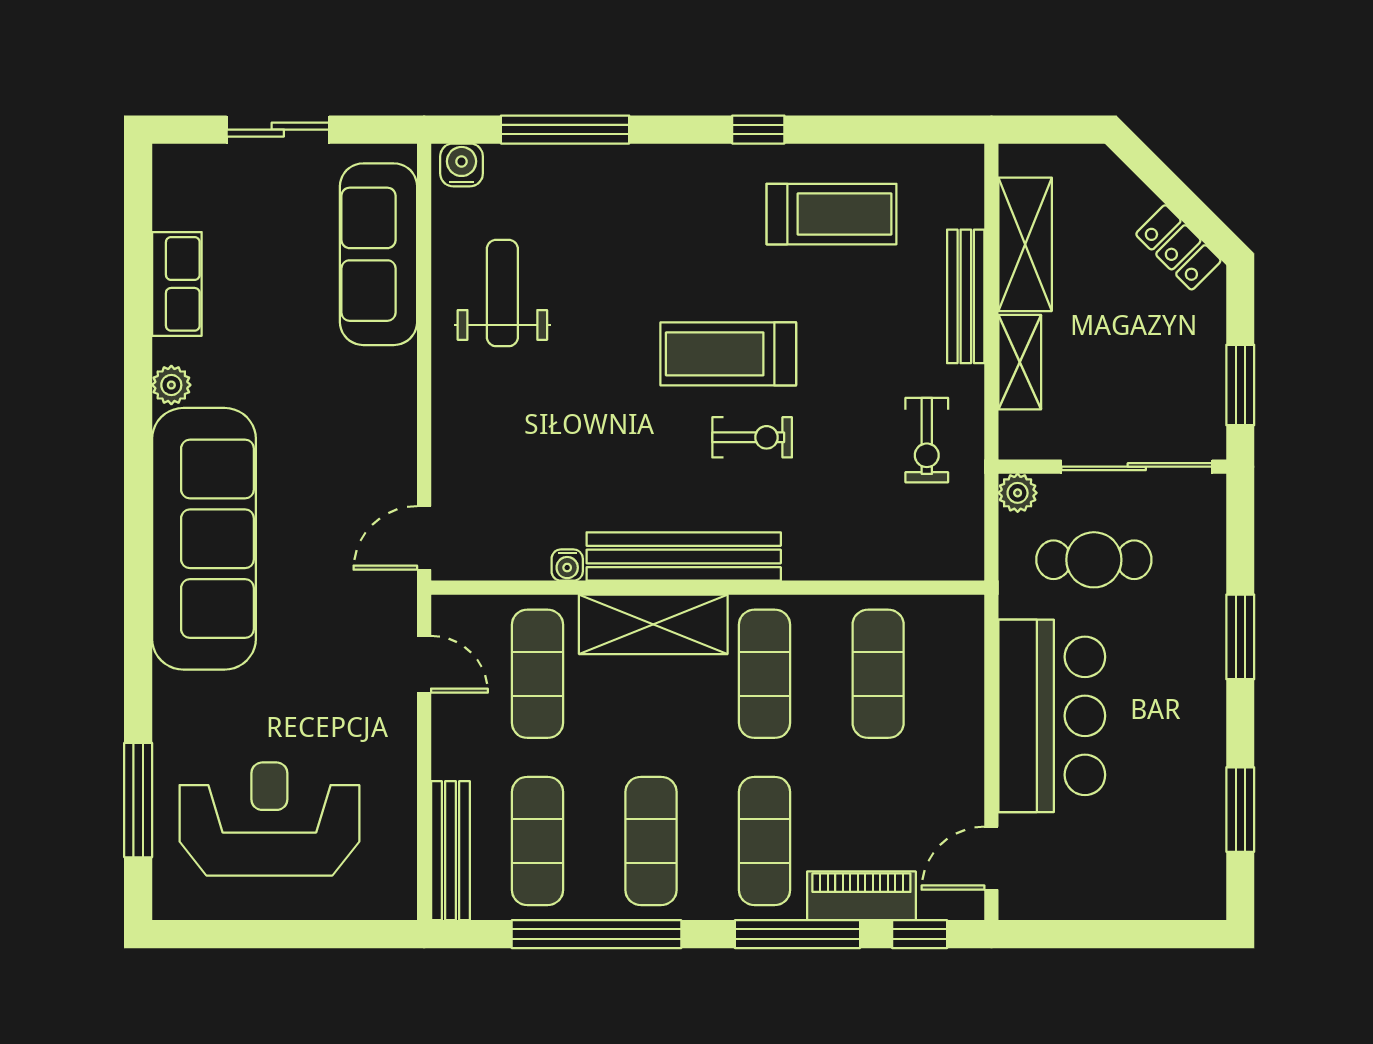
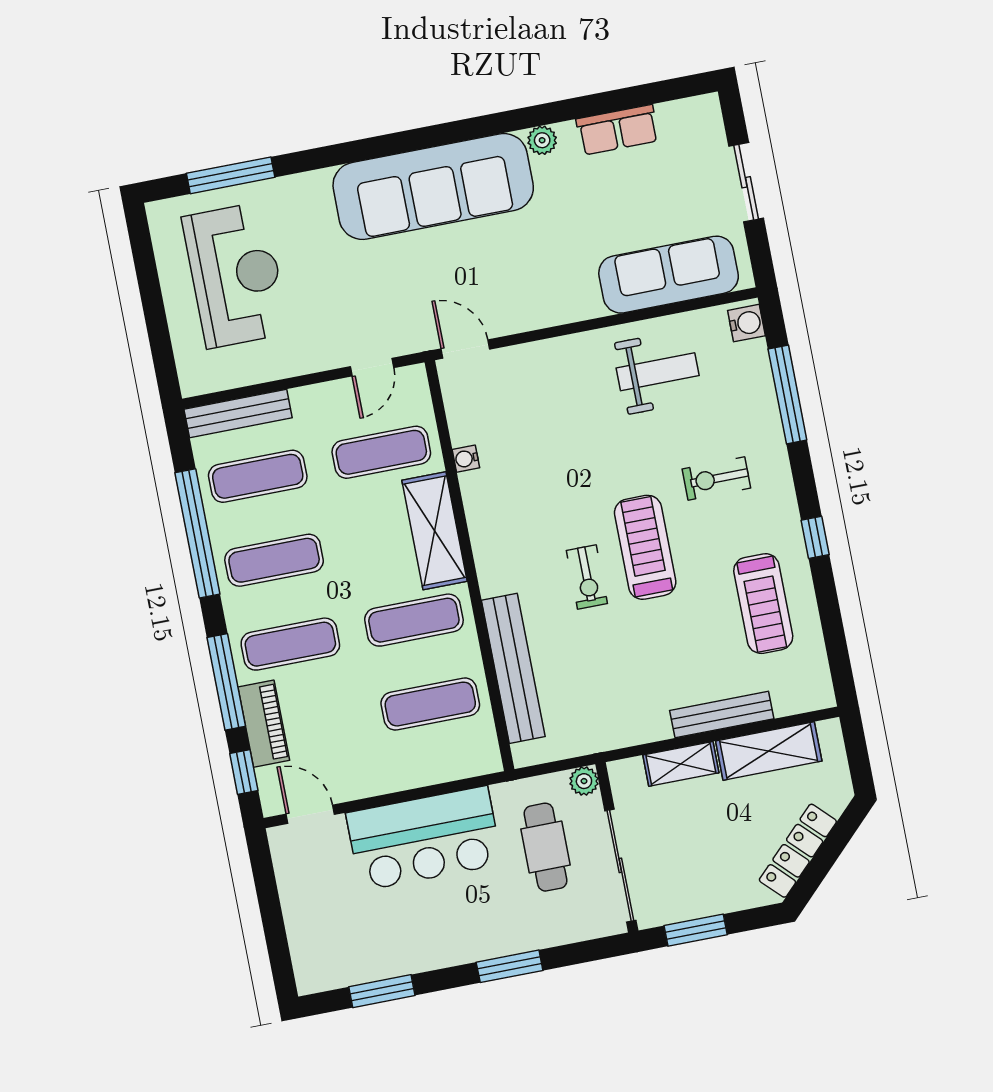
locker: (1178, 247) -> (798, 851), width x1.53
exercise bike: (927, 440) -> (716, 478), moved
bench: (684, 556) -> (513, 668), moved

